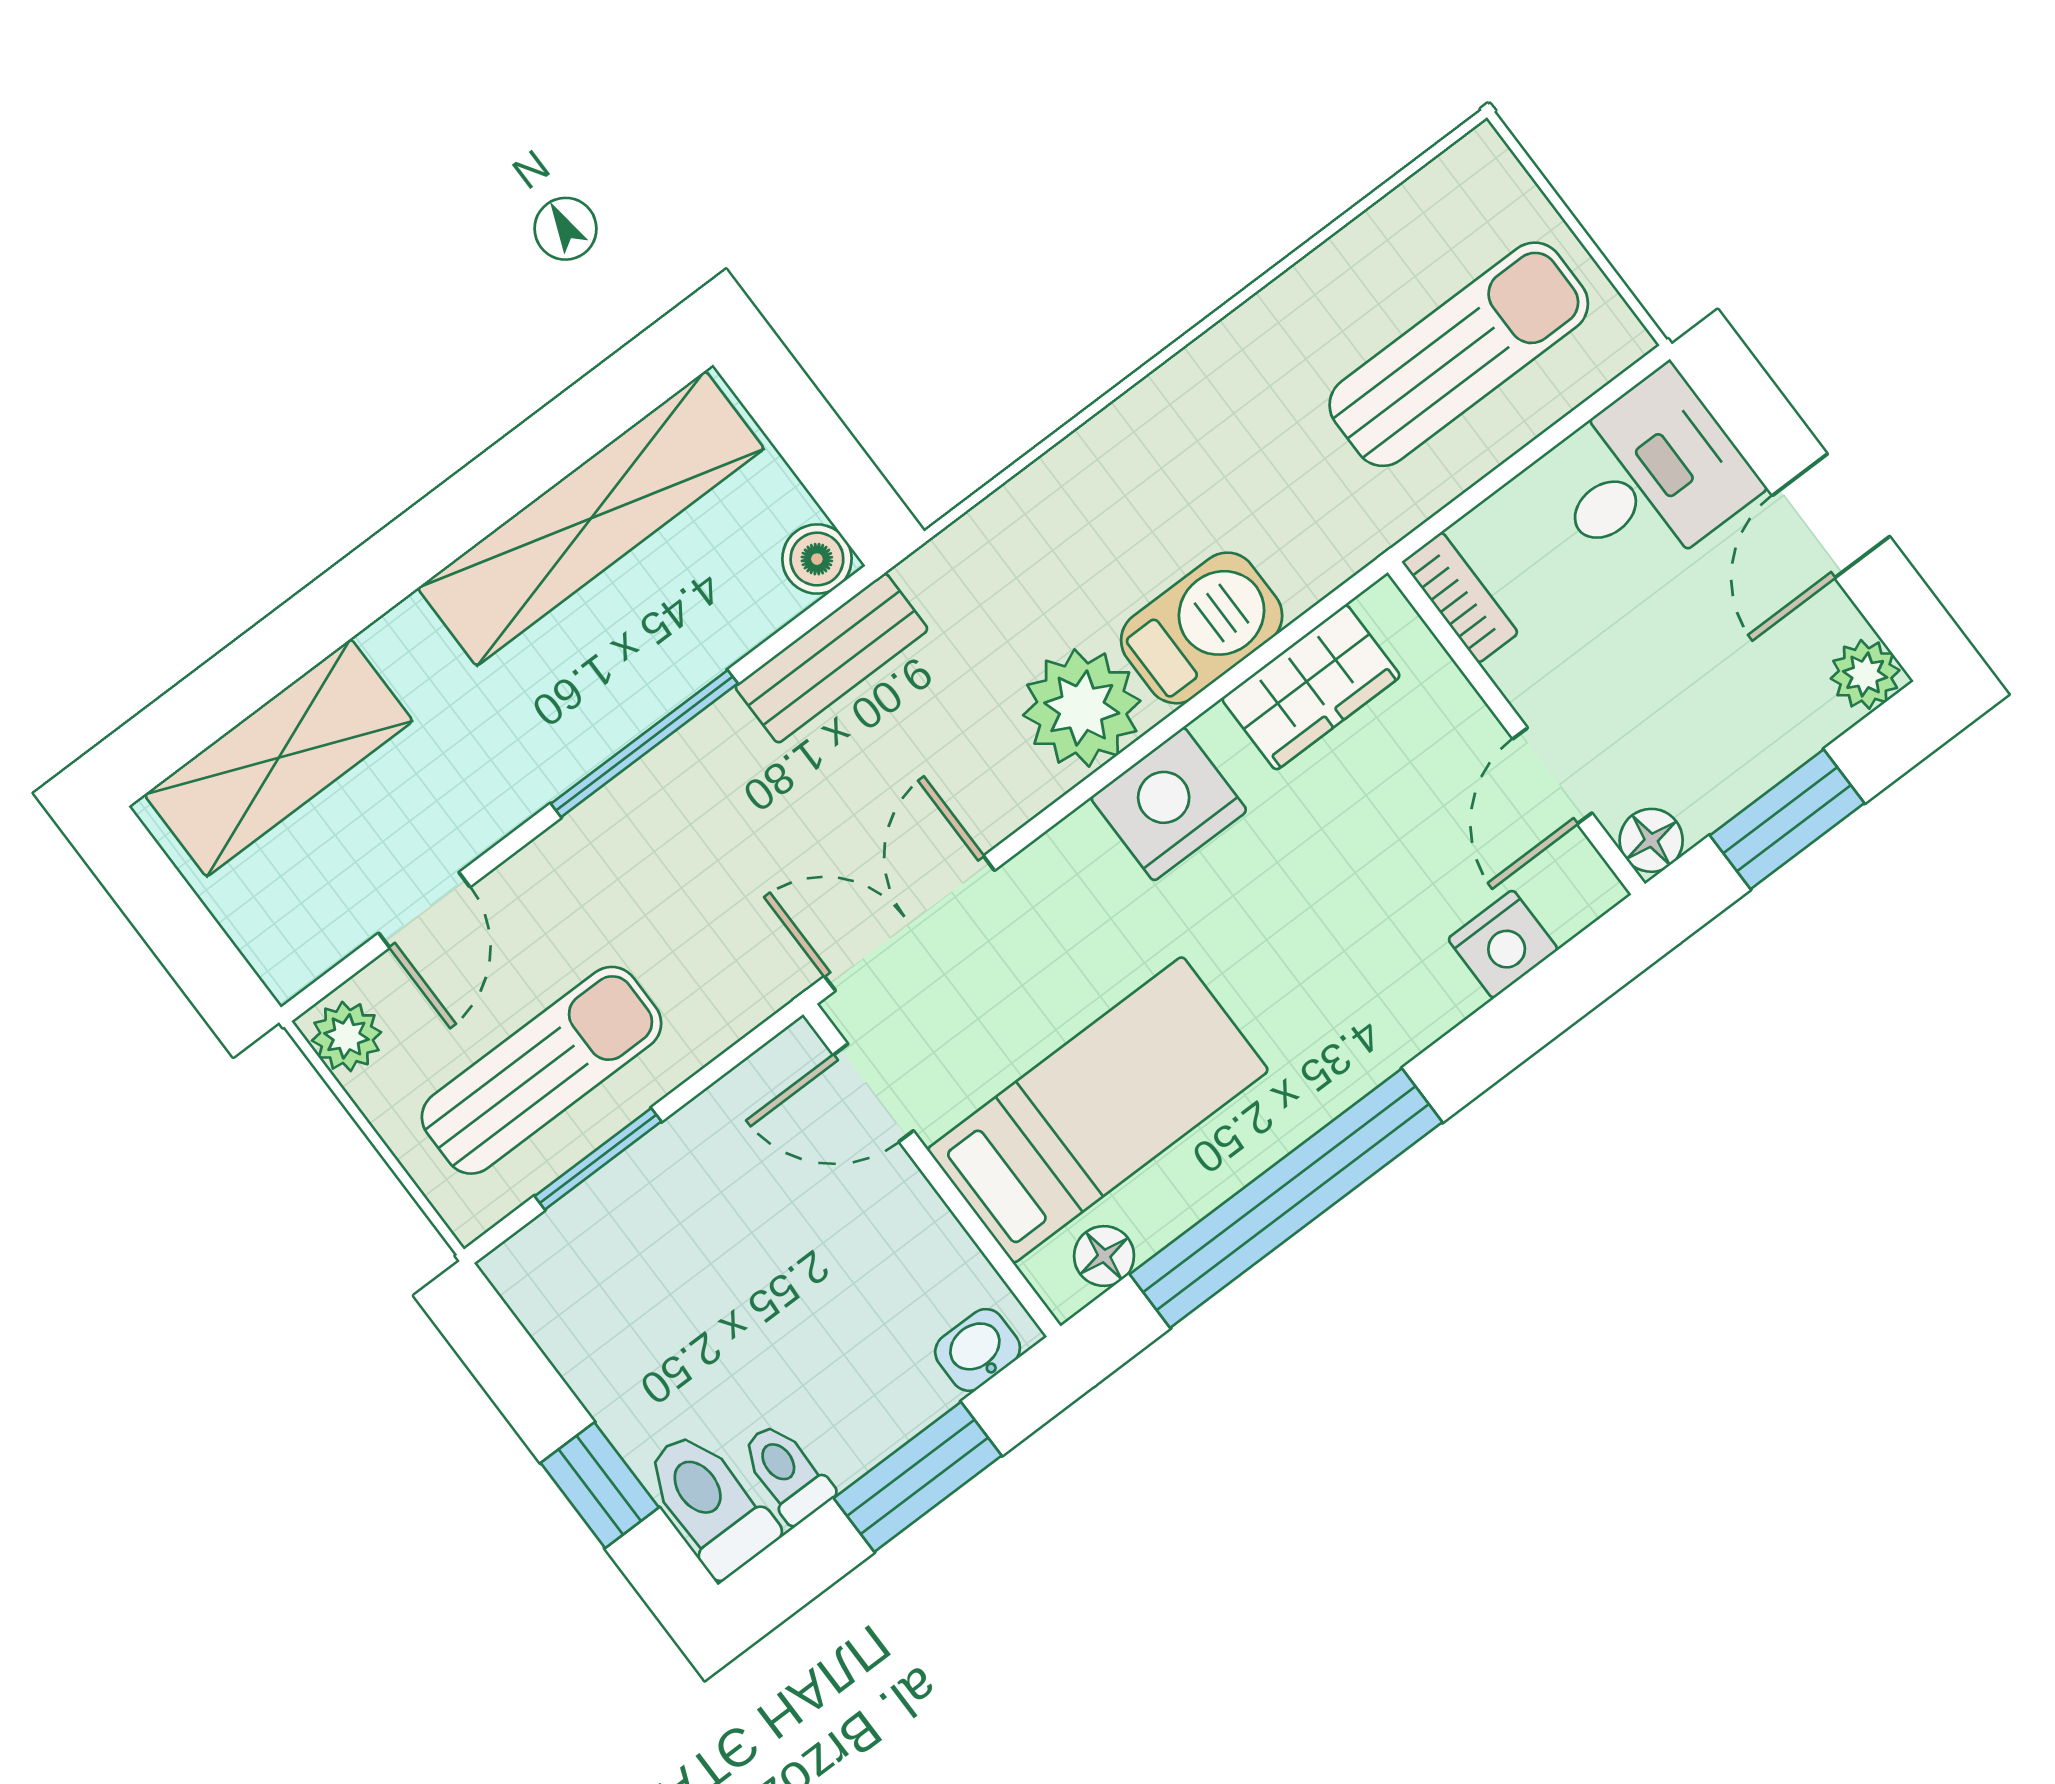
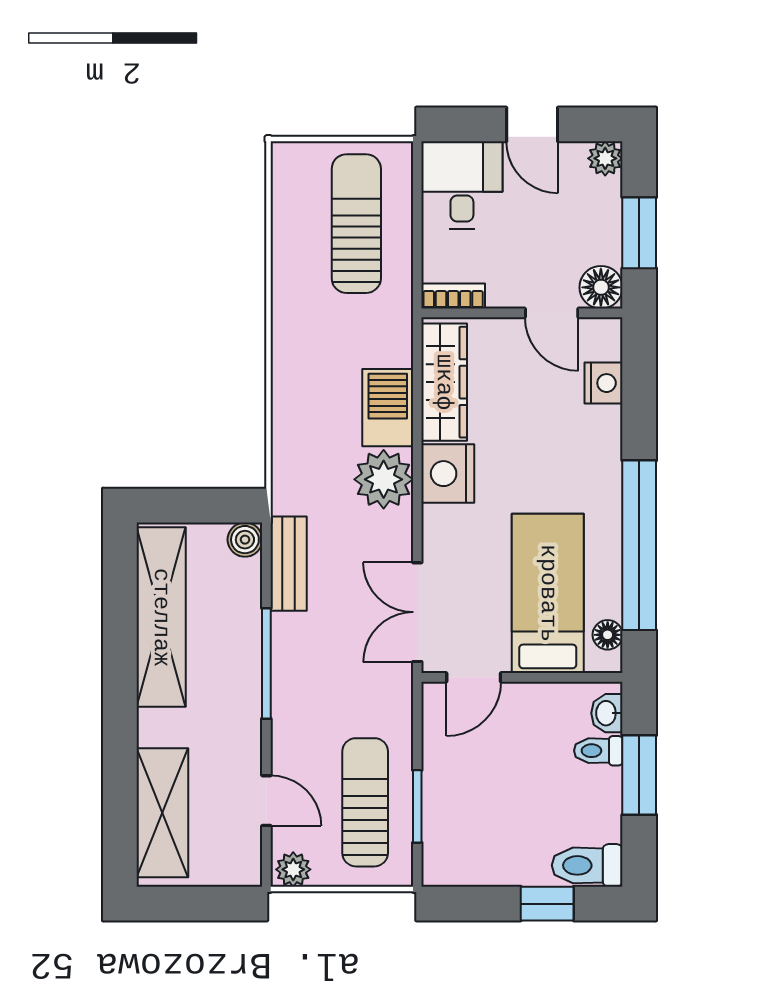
wardrobe: (1311, 687) -> (444, 382), width x1.50
floor lamp: (1651, 840) -> (601, 287), width x1.37, depth x1.37
toilet: (787, 1473) -> (598, 751), moved

